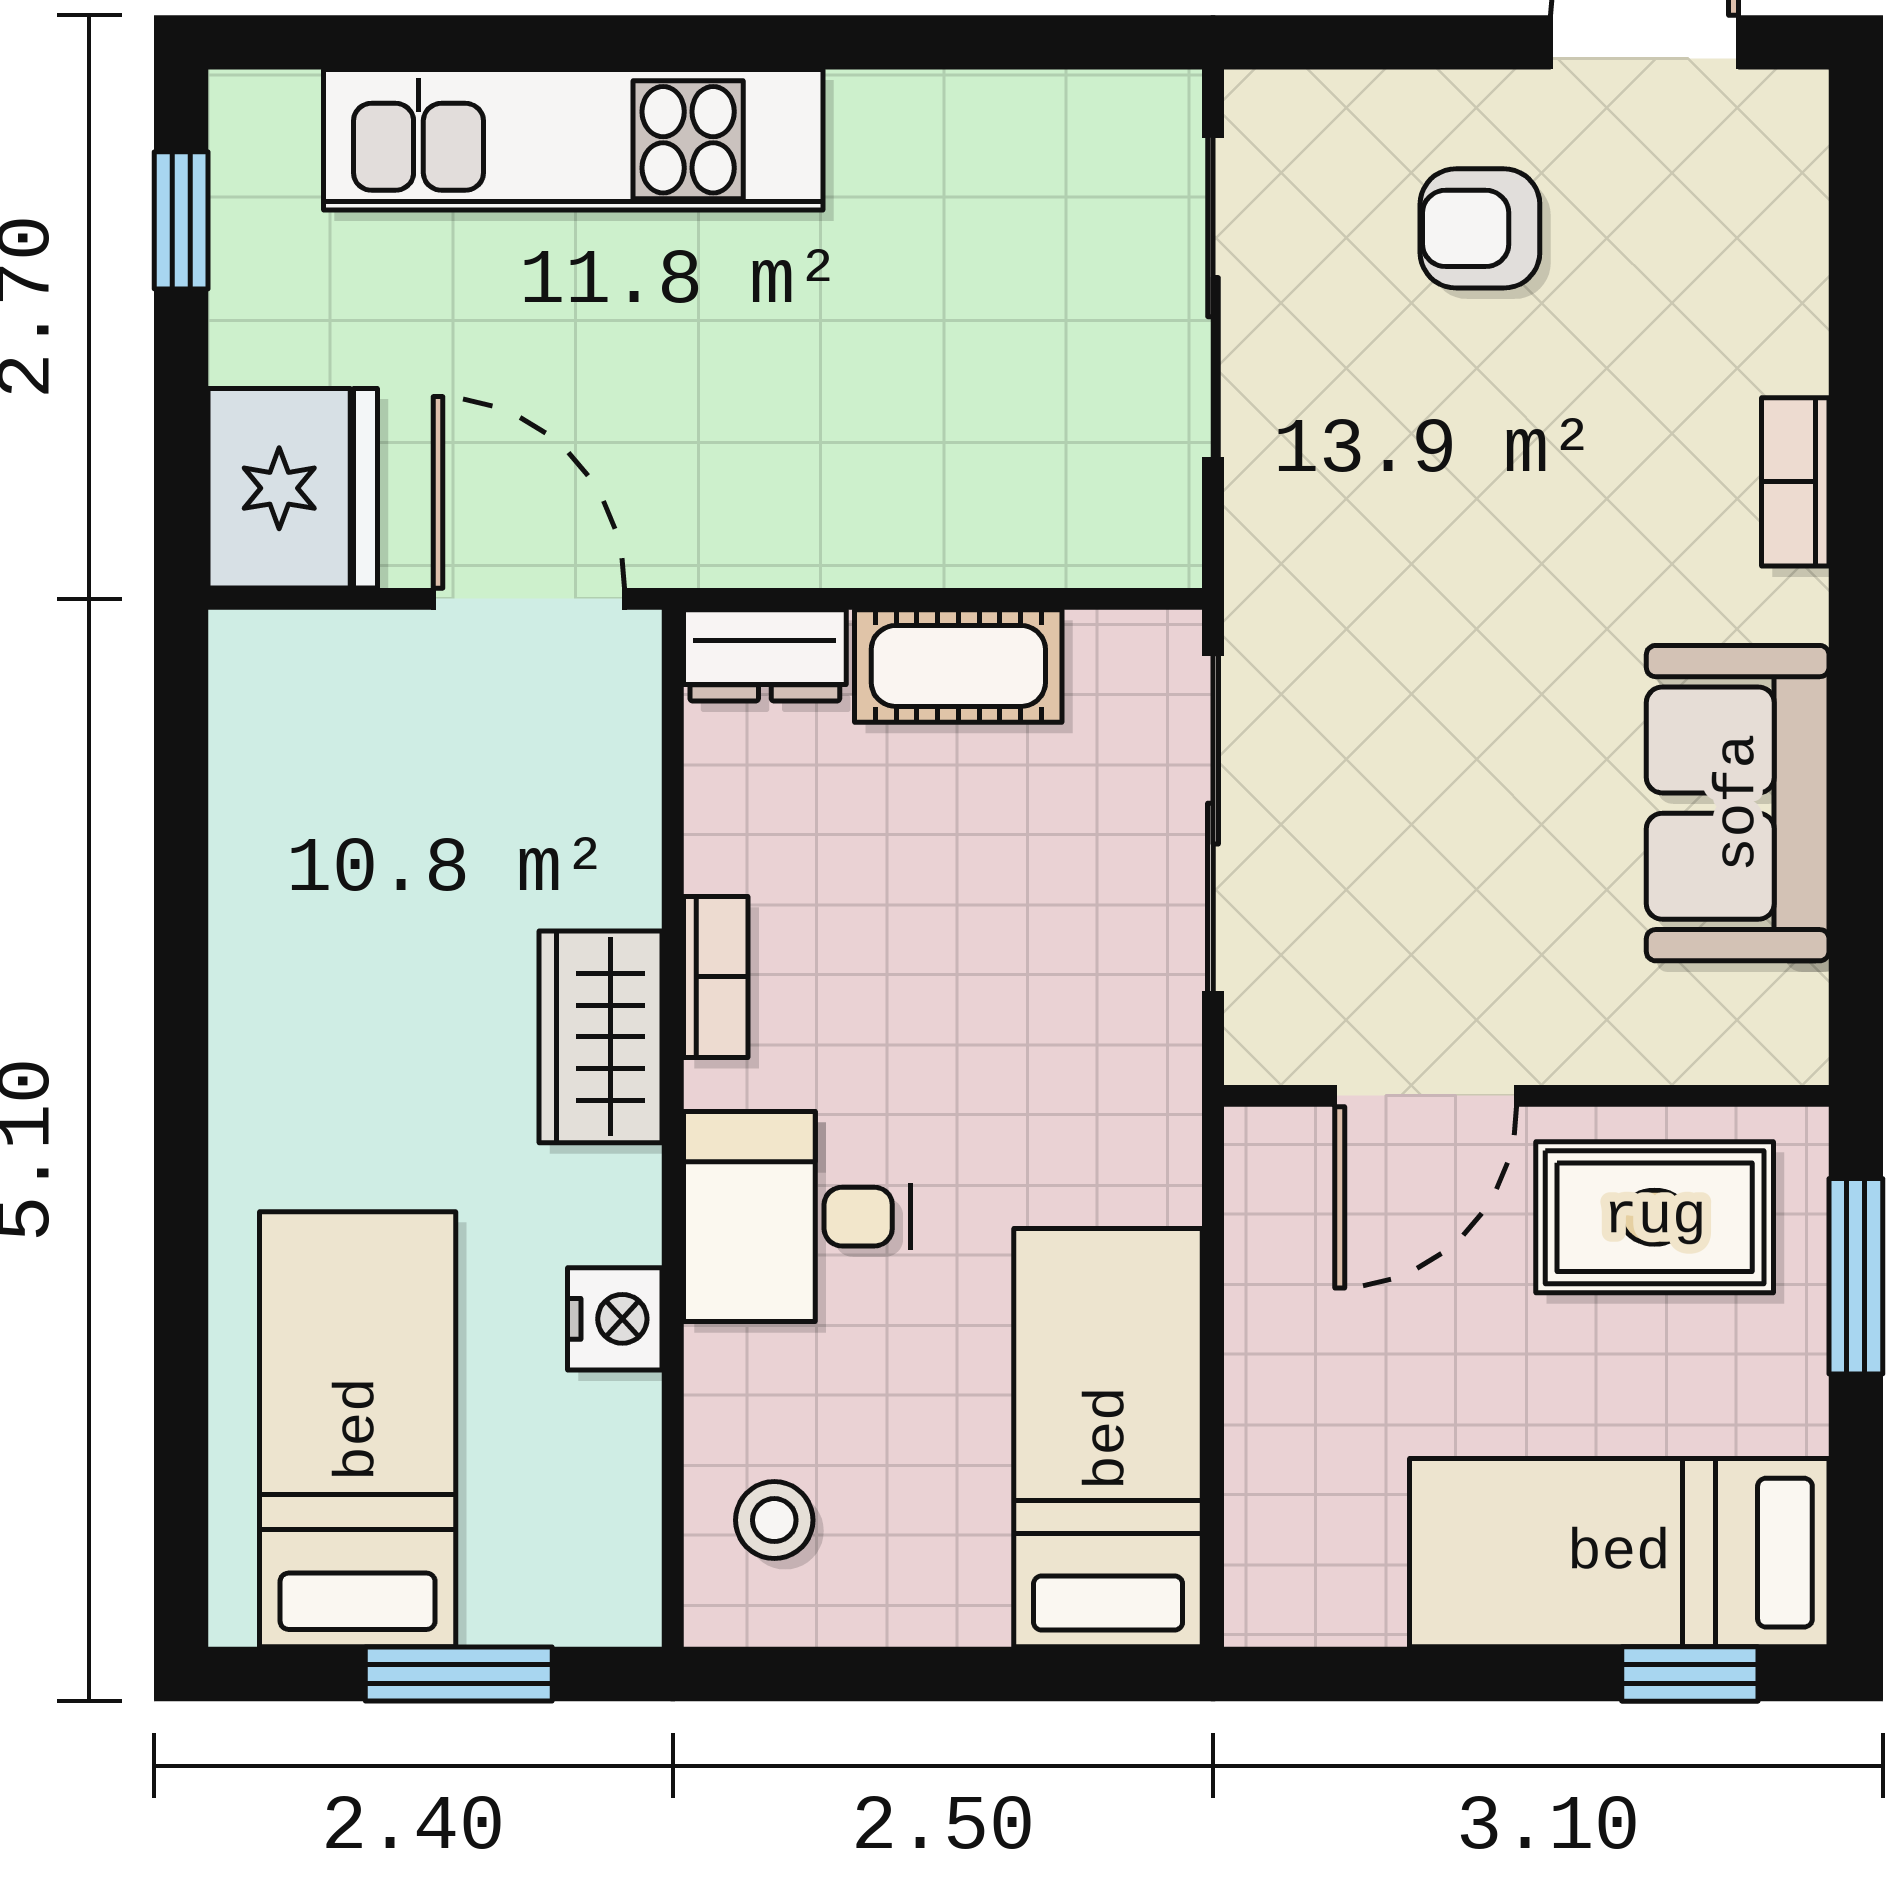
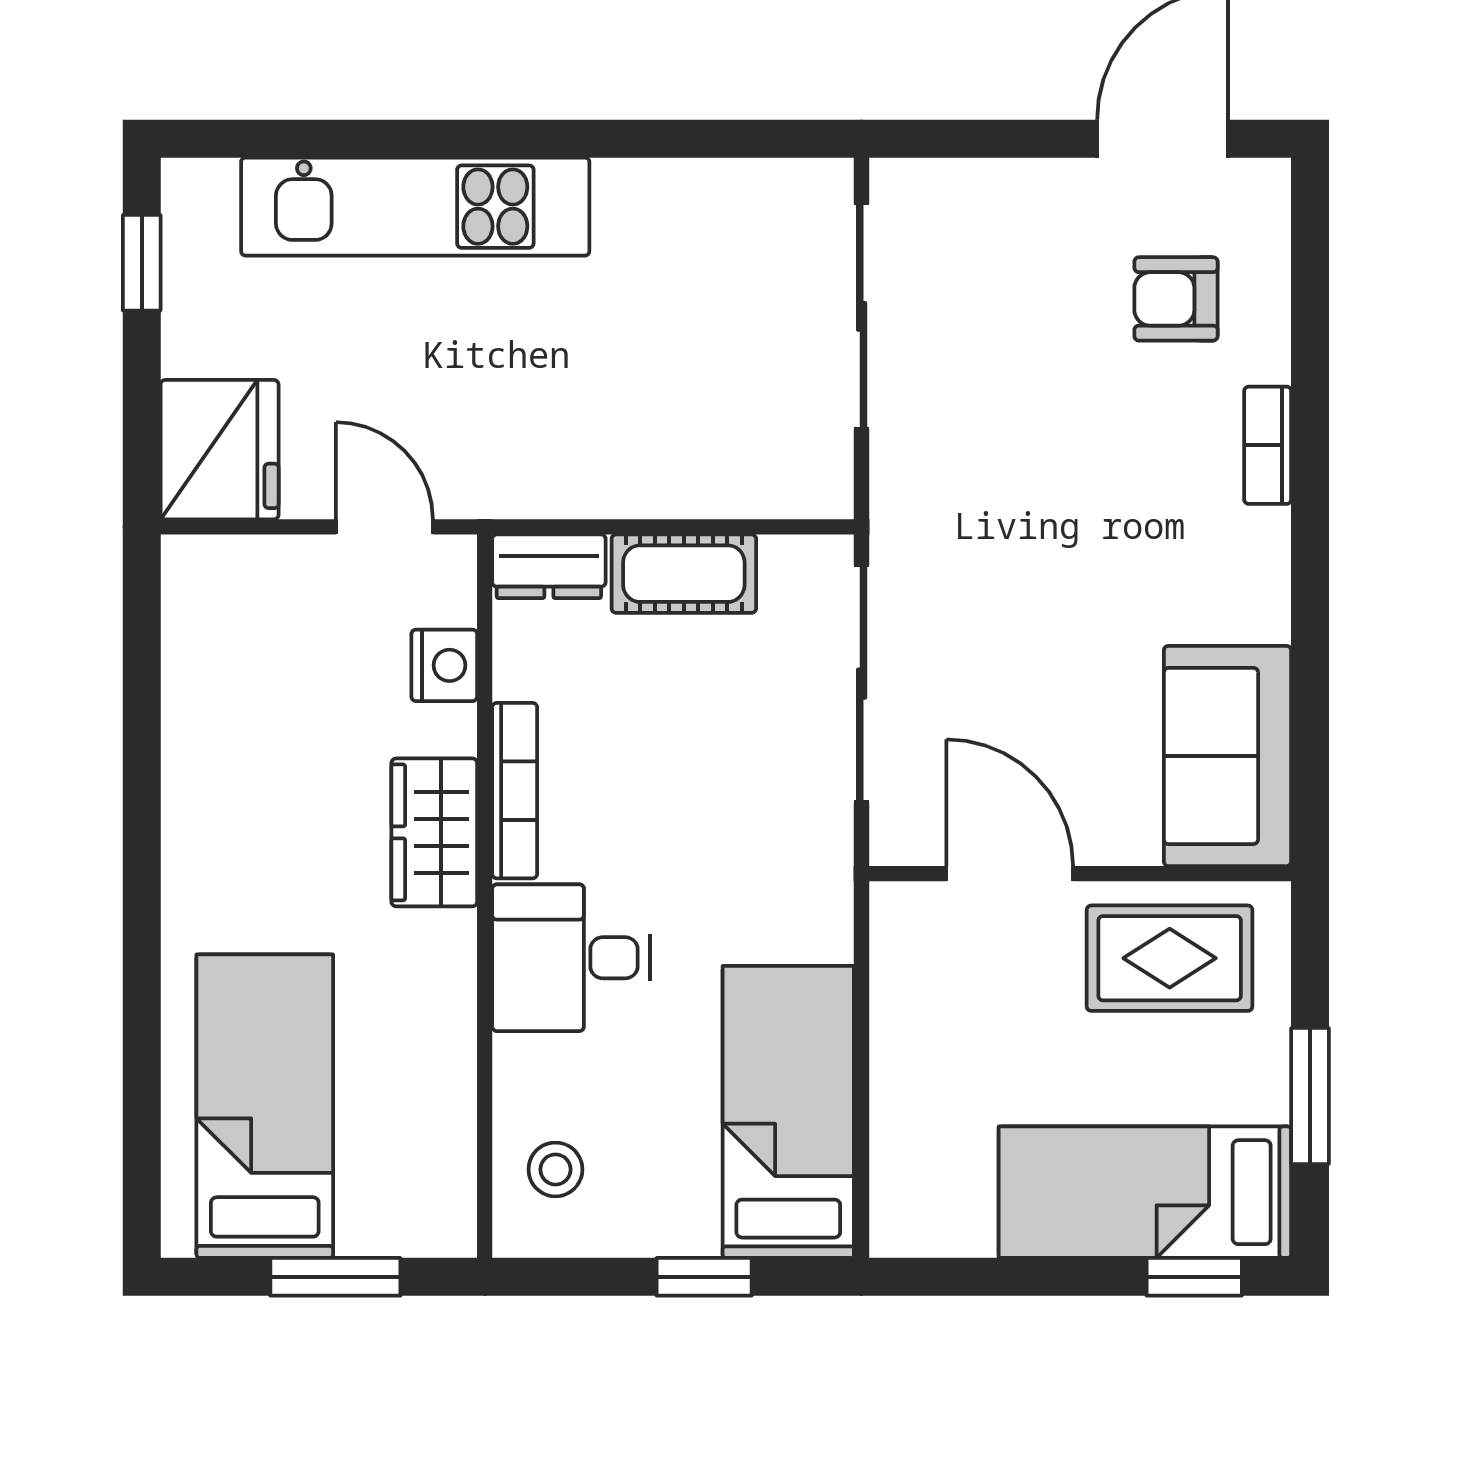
armchair: (1480, 228) -> (1176, 299), moved
door: (529, 599) -> (384, 527), width x0.73
sofa: (1738, 803) -> (1227, 756), moved
bookcase: (716, 977) -> (515, 791), width x1.56
door: (1426, 1096) -> (1010, 874), swing flipped
window: (1856, 1276) -> (1310, 1096), moved
nightstand: (615, 1319) -> (444, 665), moved
window: (987, 1674) -> (704, 1277), added

